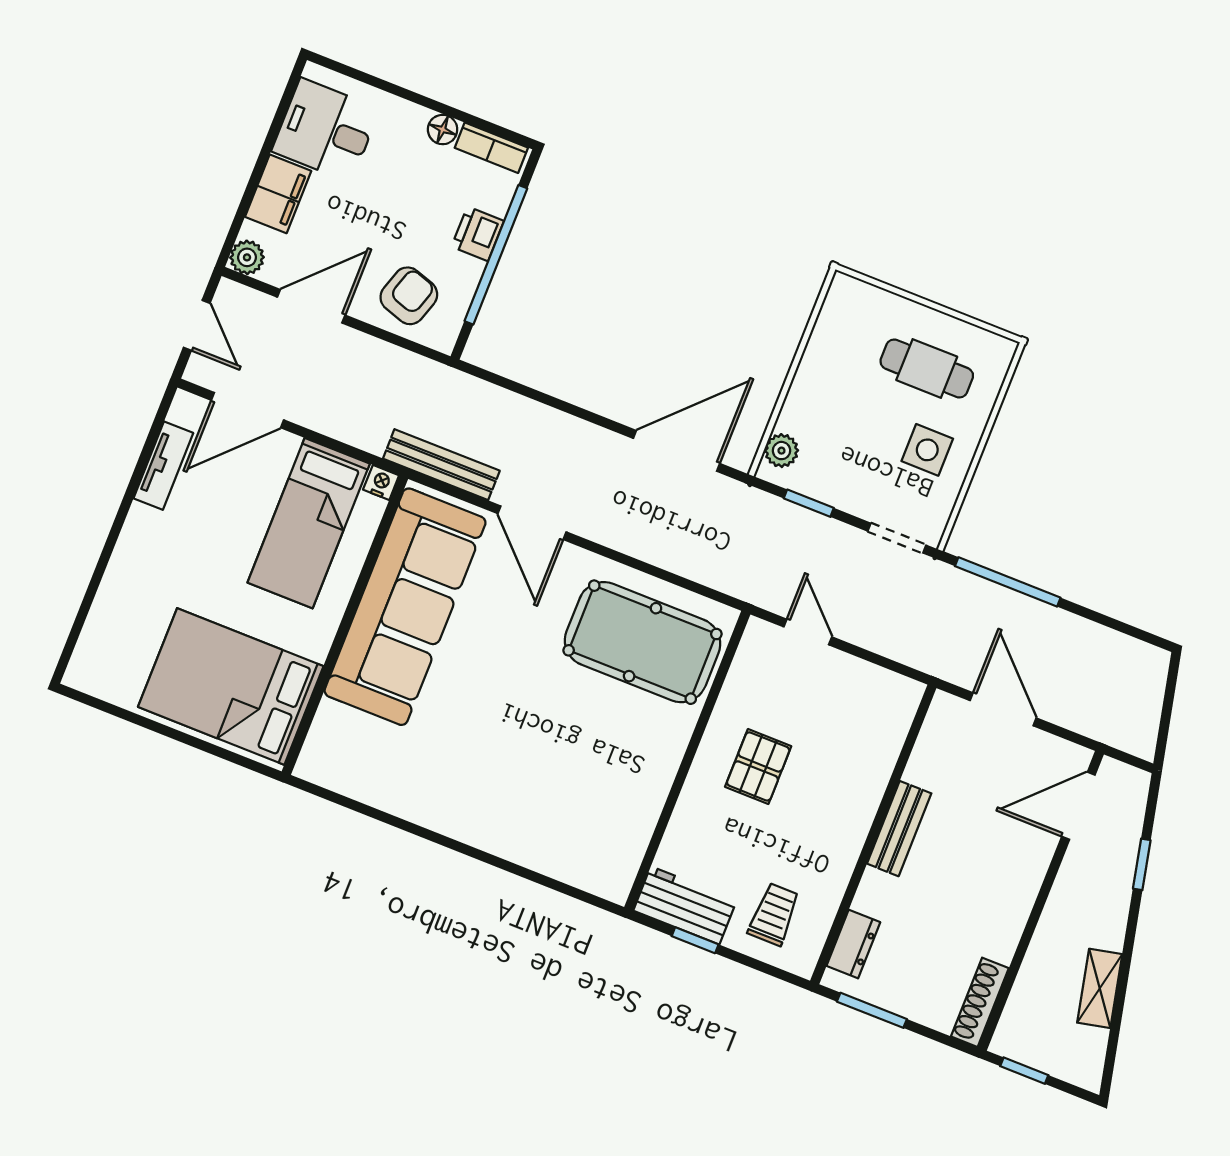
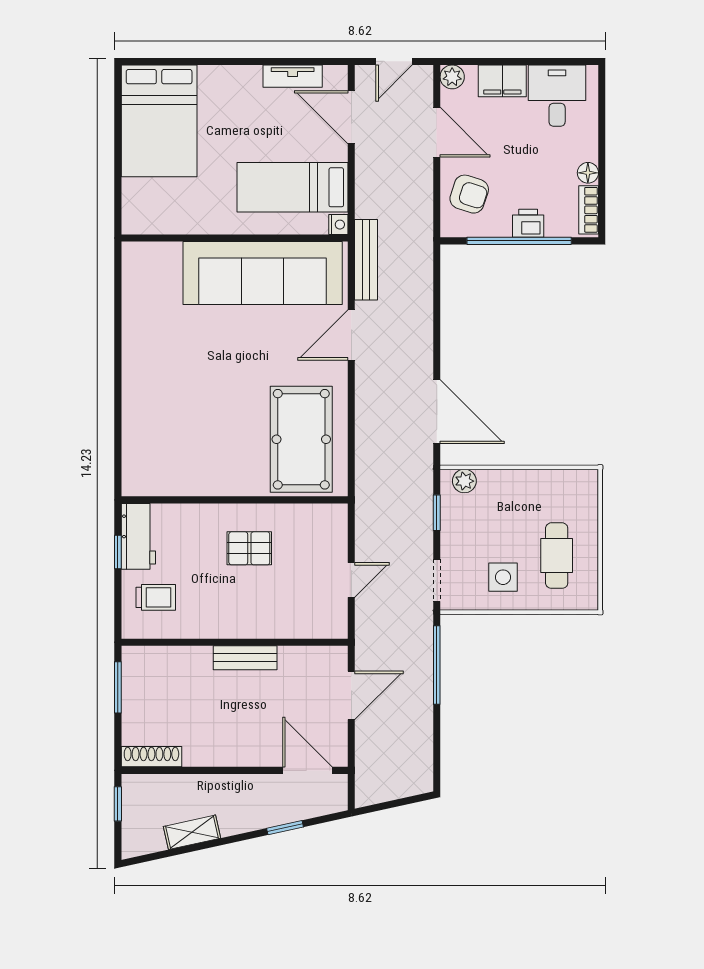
door: (808, 632) -> (351, 580), moved
bed: (231, 687) -> (159, 121), moved, turned 180
dresser: (853, 944) -> (157, 658), removed

